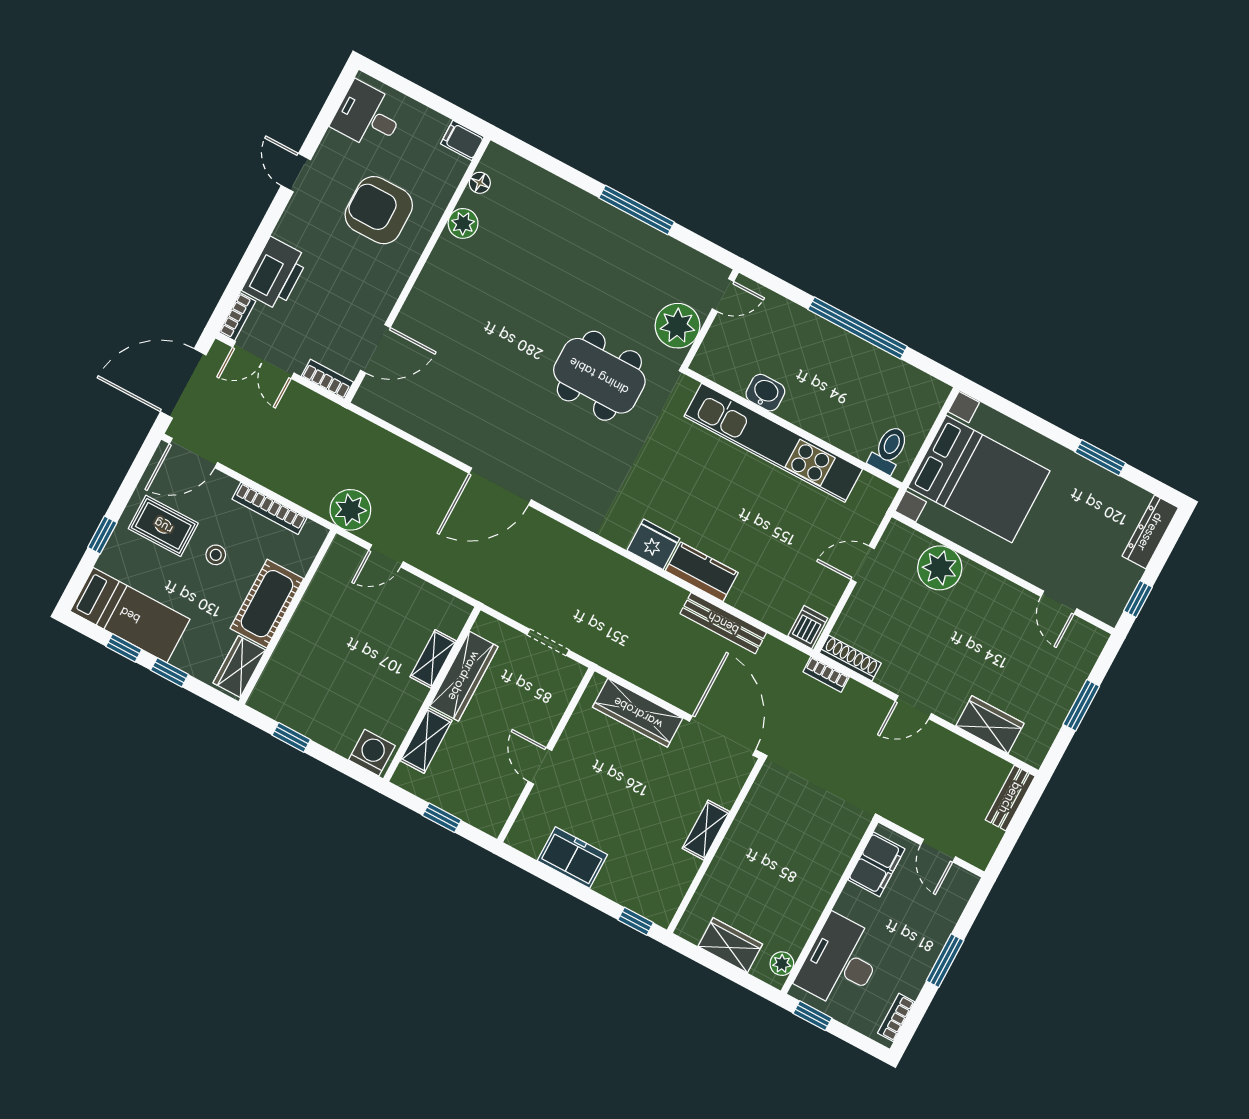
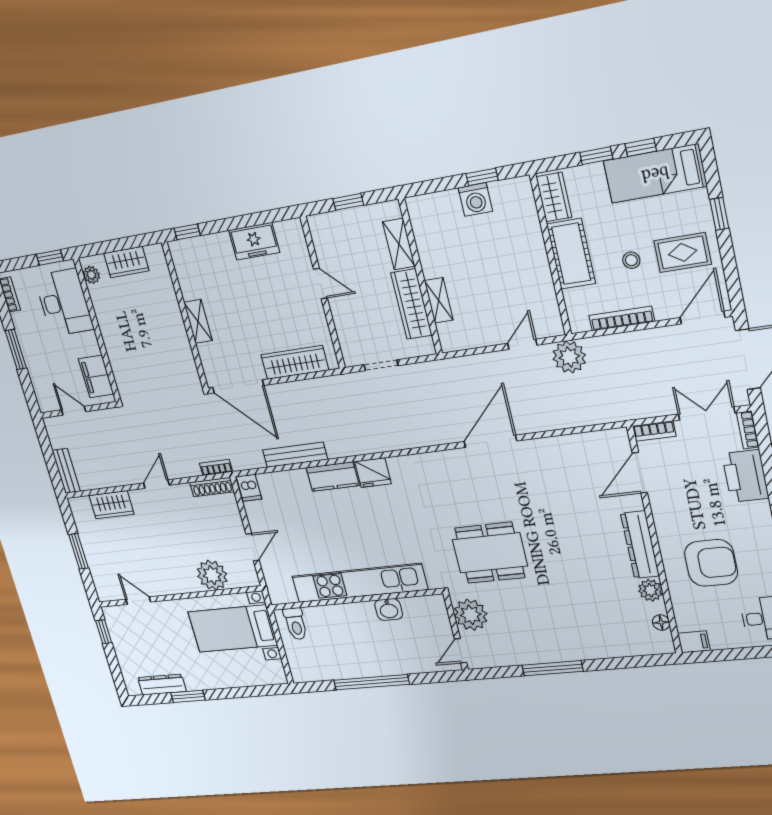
dresser: (435, 277) -> (640, 545), added
bed with nightstands: (979, 479) -> (233, 629), width x0.73
dresser: (1150, 532) -> (162, 685), moved, turned -90
washing machine: (372, 753) -> (475, 199), moved

